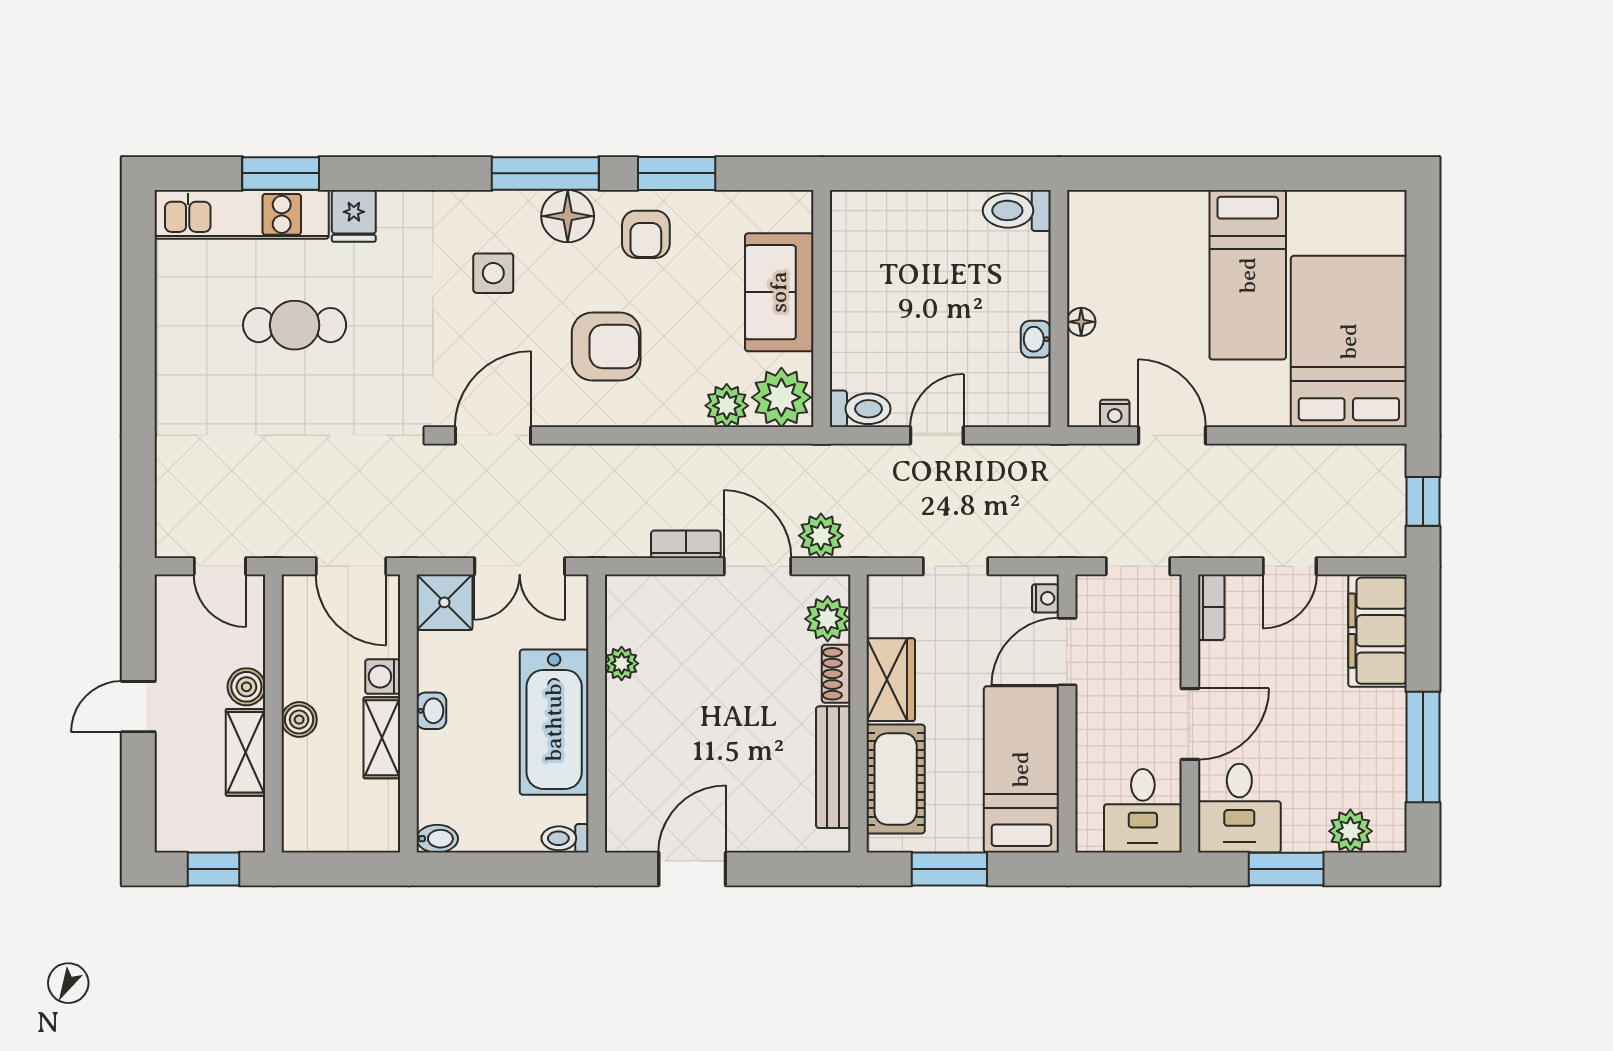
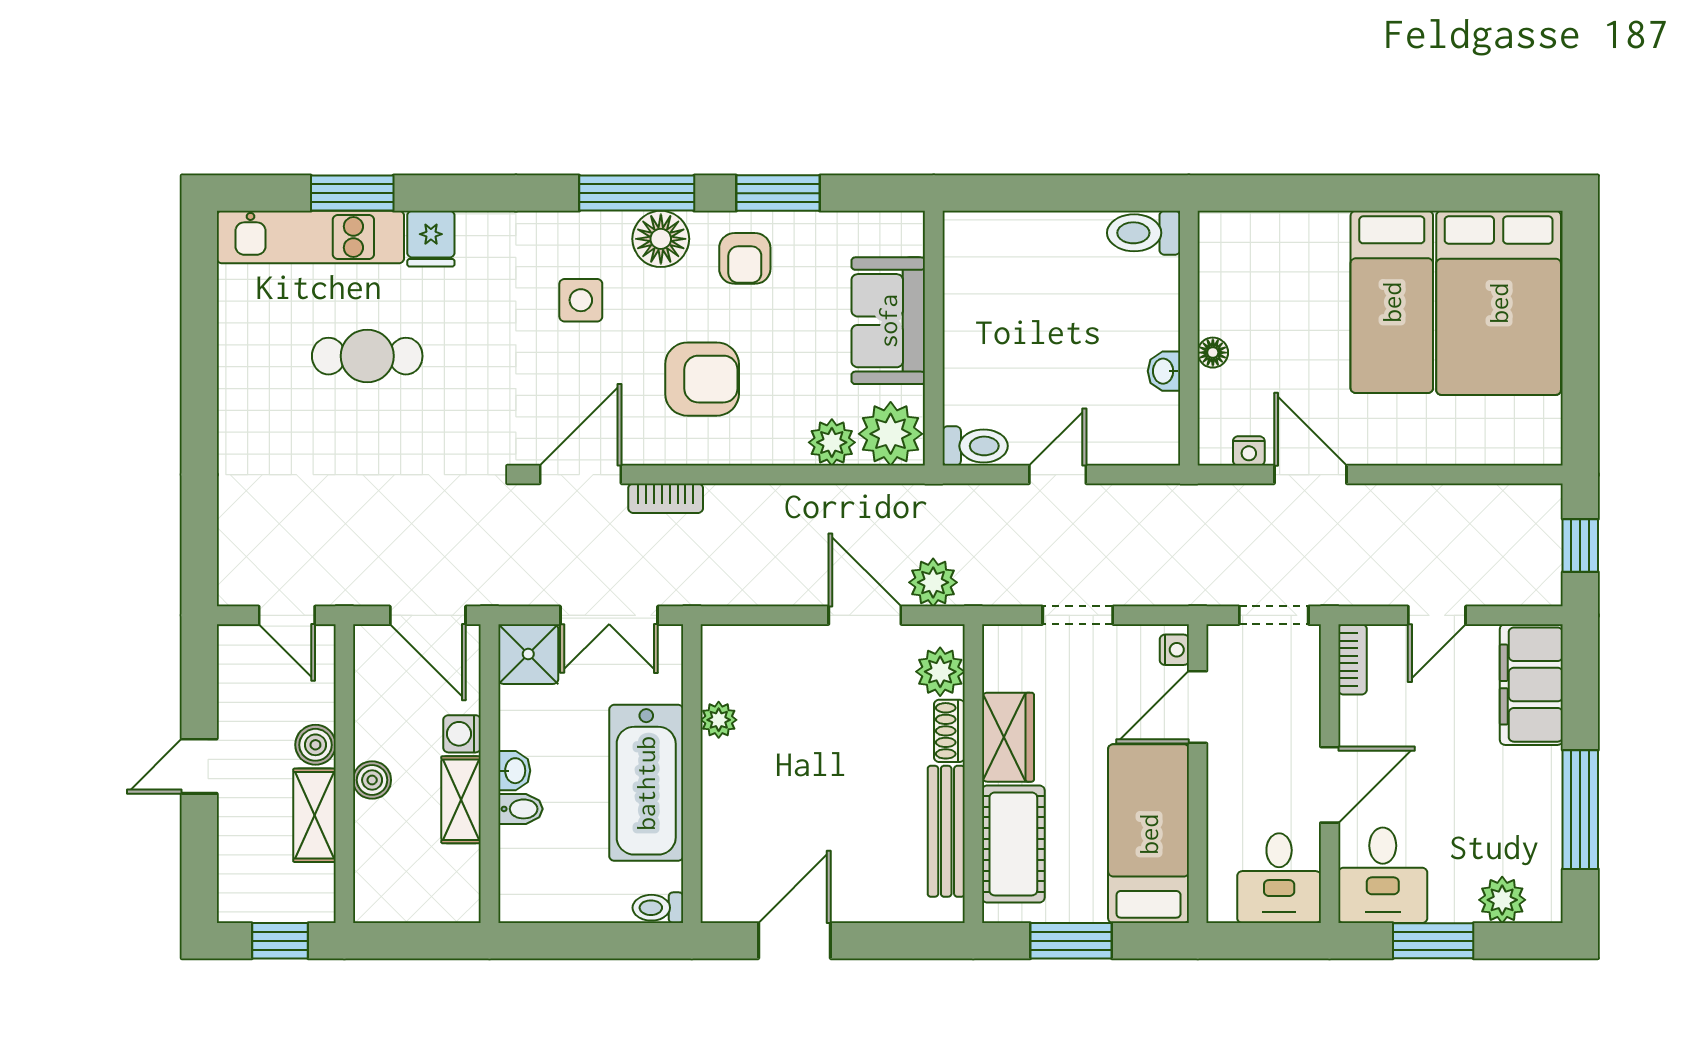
bed: (1349, 341) -> (1499, 303), moved, turned 180
bookcase: (686, 544) -> (666, 498), moved, turned 180
bidet: (437, 839) -> (520, 809), moved

